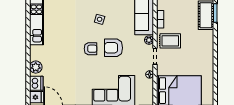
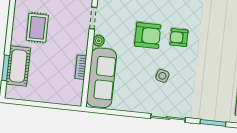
rug: (170, 41) -> (37, 28), moved, turned 90

